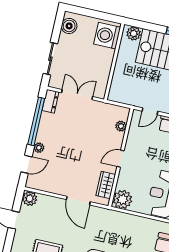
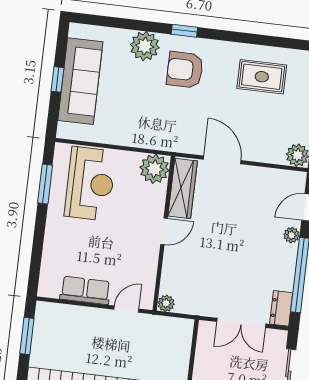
plant: (121, 126) -> (166, 303), moved
wardrobe: (106, 185) -> (183, 188), width x1.50

